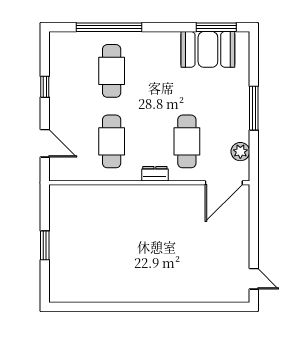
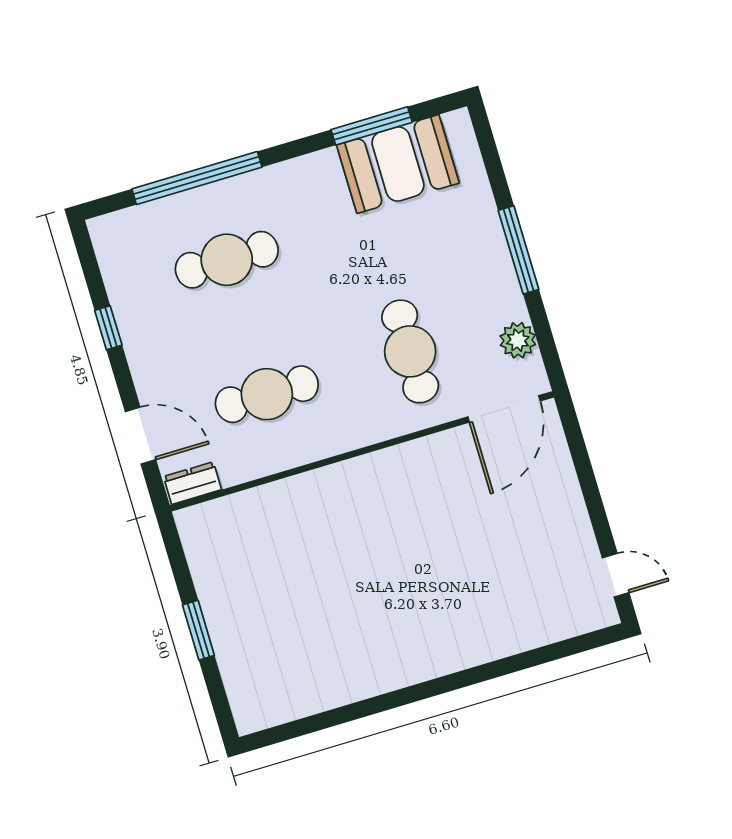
window: (216, 27) -> (372, 126), moved
cafe table: (112, 71) -> (227, 260), turned 90
cafe table: (112, 141) -> (267, 394), turned 90
dresser: (155, 174) -> (192, 483), moved

